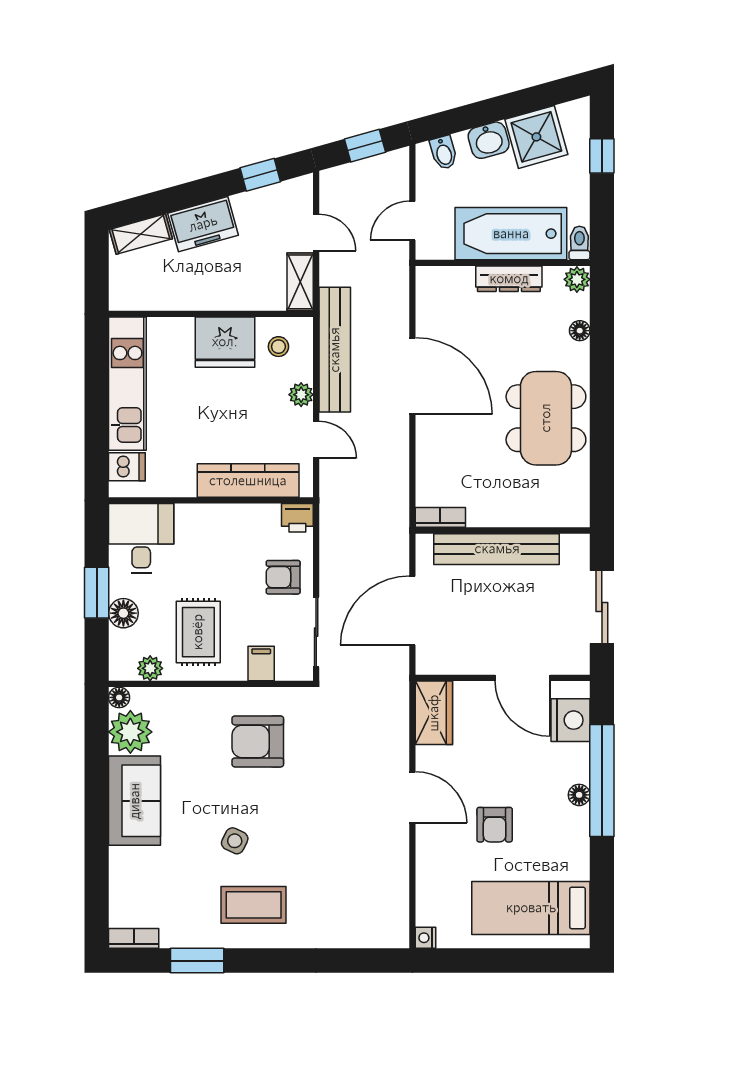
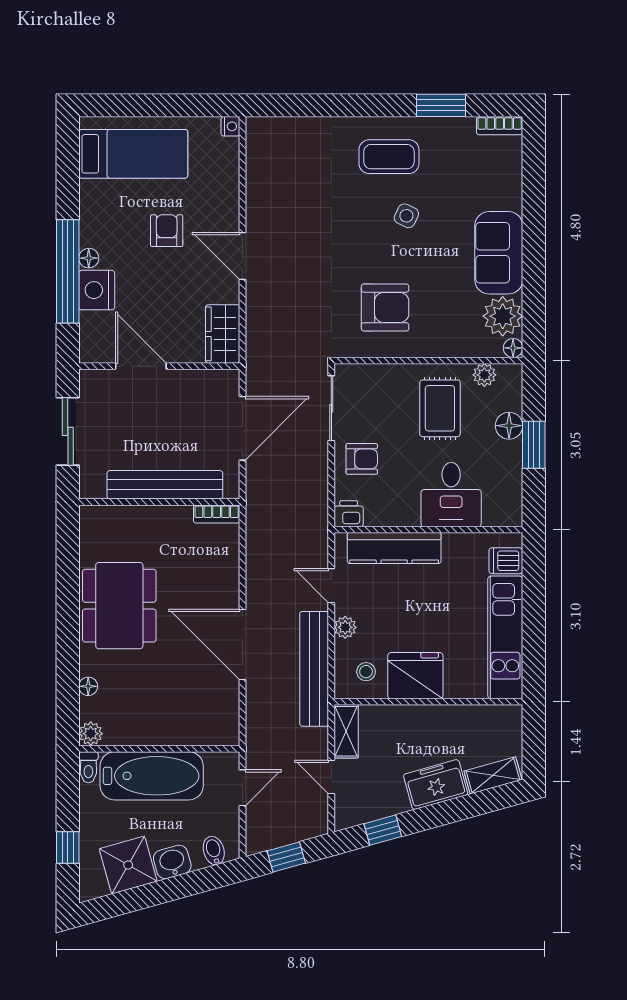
dresser: (509, 279) -> (154, 734), removed
desk: (141, 538) -> (451, 495), moved
filing cabinet: (261, 663) -> (382, 379), removed
nightstand: (570, 720) -> (97, 290), moved

